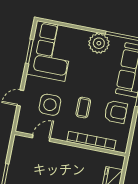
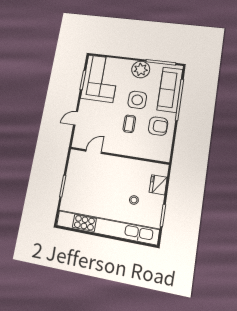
side table: (50, 105) -> (137, 100), moved
bookcase: (91, 141) -> (137, 153), removed

